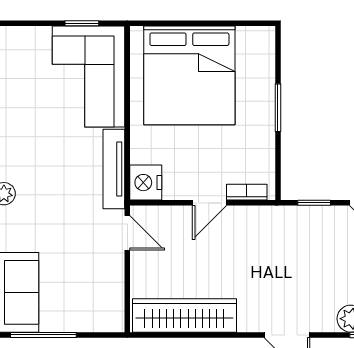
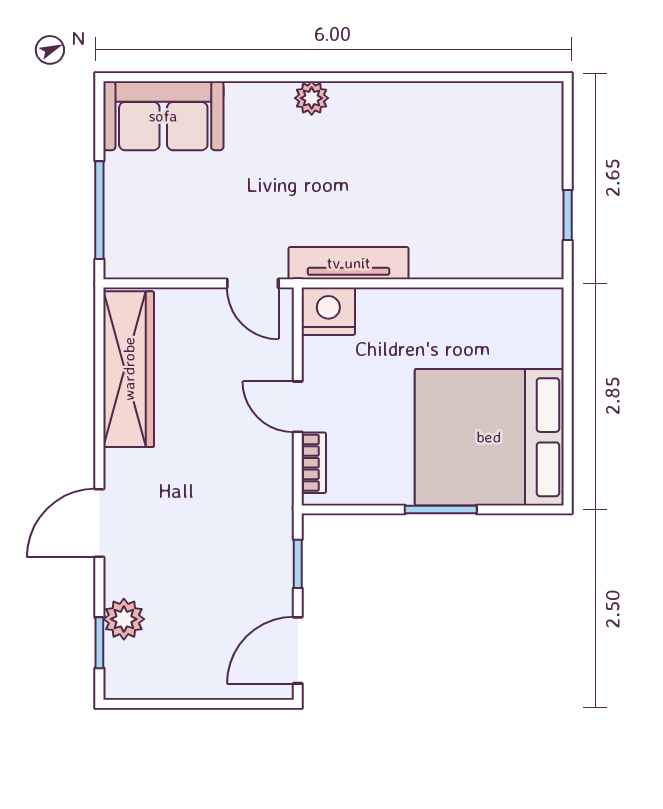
bed: (189, 75) -> (489, 437), moved
corner sofa: (89, 76) -> (488, 225), removed
door: (127, 233) -> (253, 283), hinge flipped
window: (43, 335) -> (99, 210), moved

